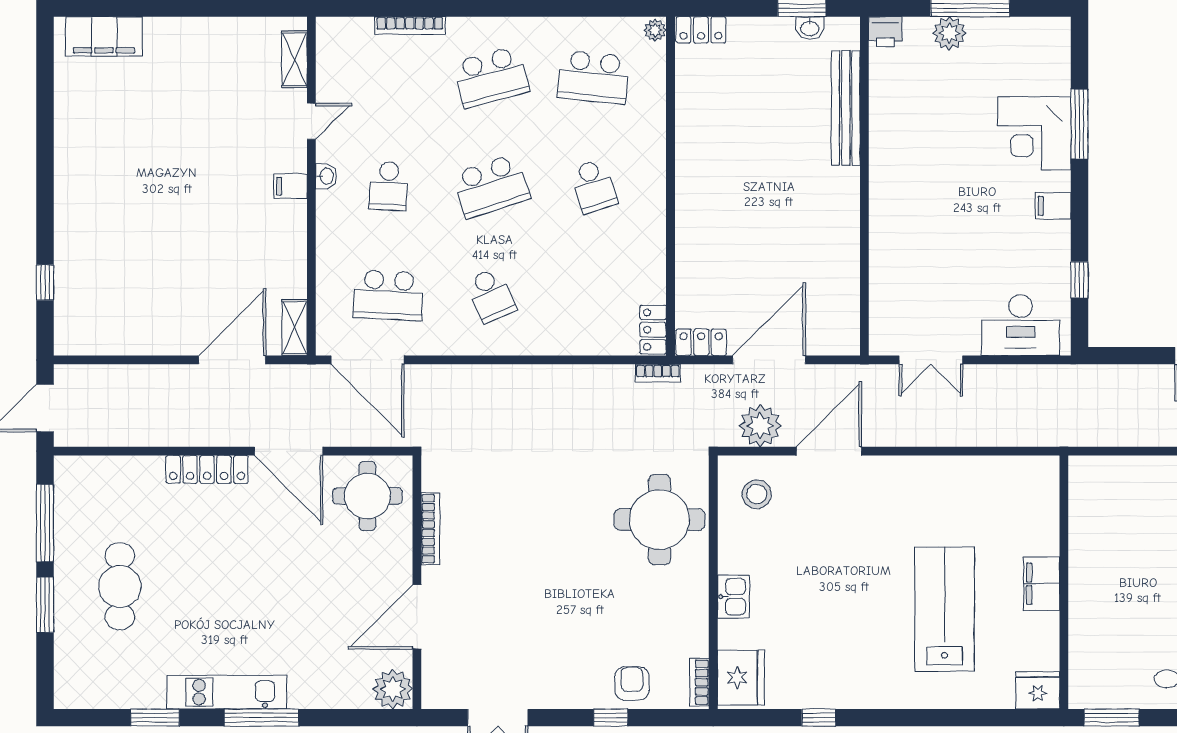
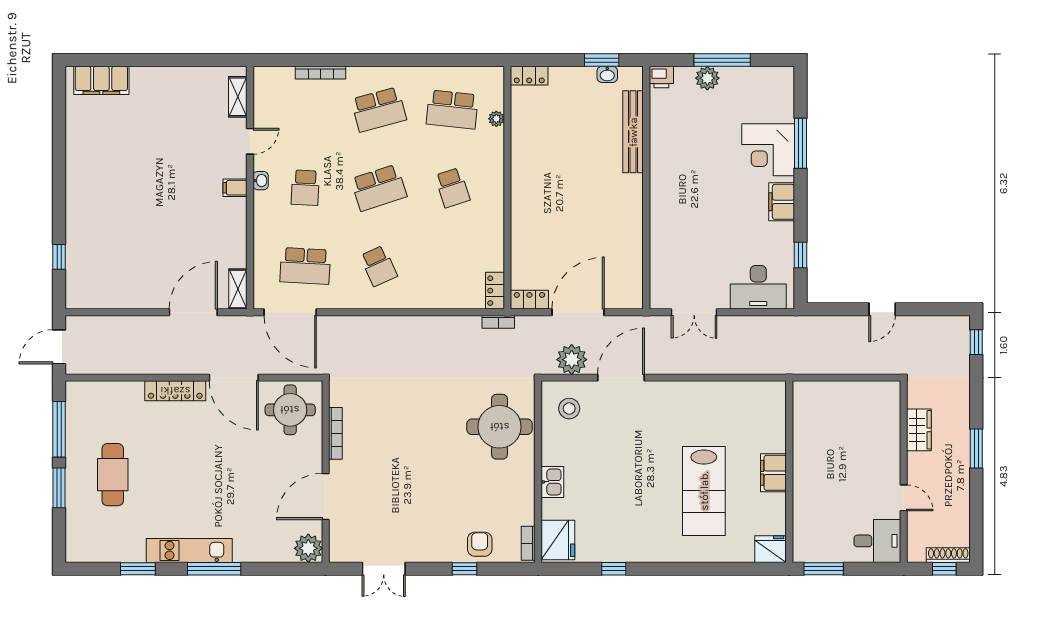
plant: (655, 30) -> (496, 119), moved
filing cabinet: (1053, 206) -> (782, 202), width x2.00
lab bench: (944, 609) -> (704, 491), turned 180

